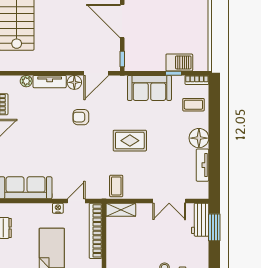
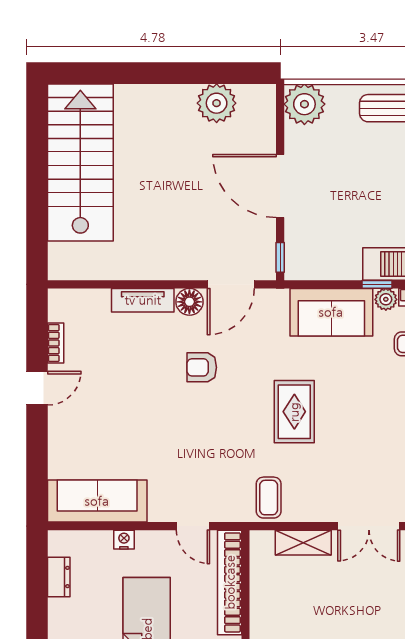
plant: (26, 81) -> (386, 299), moved
rug: (130, 141) -> (294, 412), turned 90
door: (76, 201) -> (193, 526), swing flipped
nightstand: (58, 208) -> (124, 540), moved
shelving: (121, 210) -> (303, 543), moved

